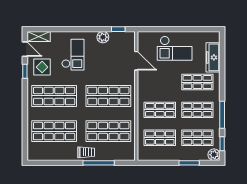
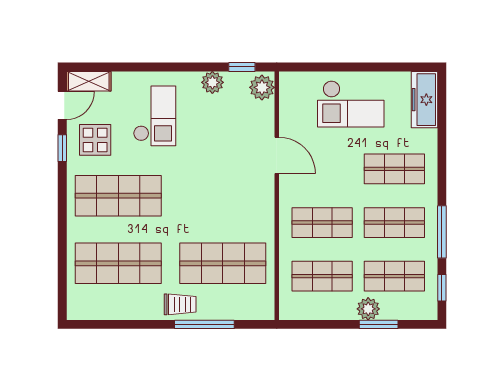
plant: (129, 40) -> (262, 87), added
door: (25, 49) -> (62, 105), hinge flipped
freezer: (213, 57) -> (424, 100), moved
door: (136, 61) -> (277, 155), moved
shop shelf: (108, 96) -> (223, 196), removed
plant: (214, 155) -> (368, 309), moved

